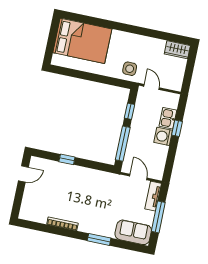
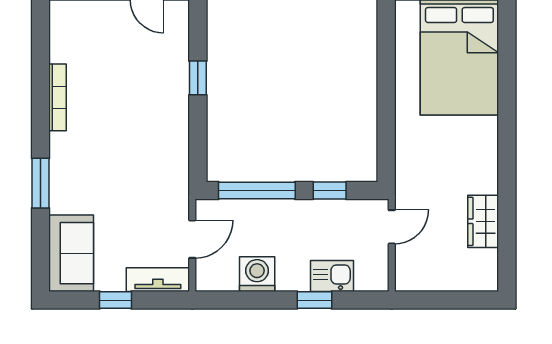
wardrobe: (177, 50) -> (483, 221), moved
side table: (130, 69) -> (421, 171), removed
washing machine: (163, 136) -> (257, 274), moved
window: (158, 217) -> (116, 300), width x0.46

